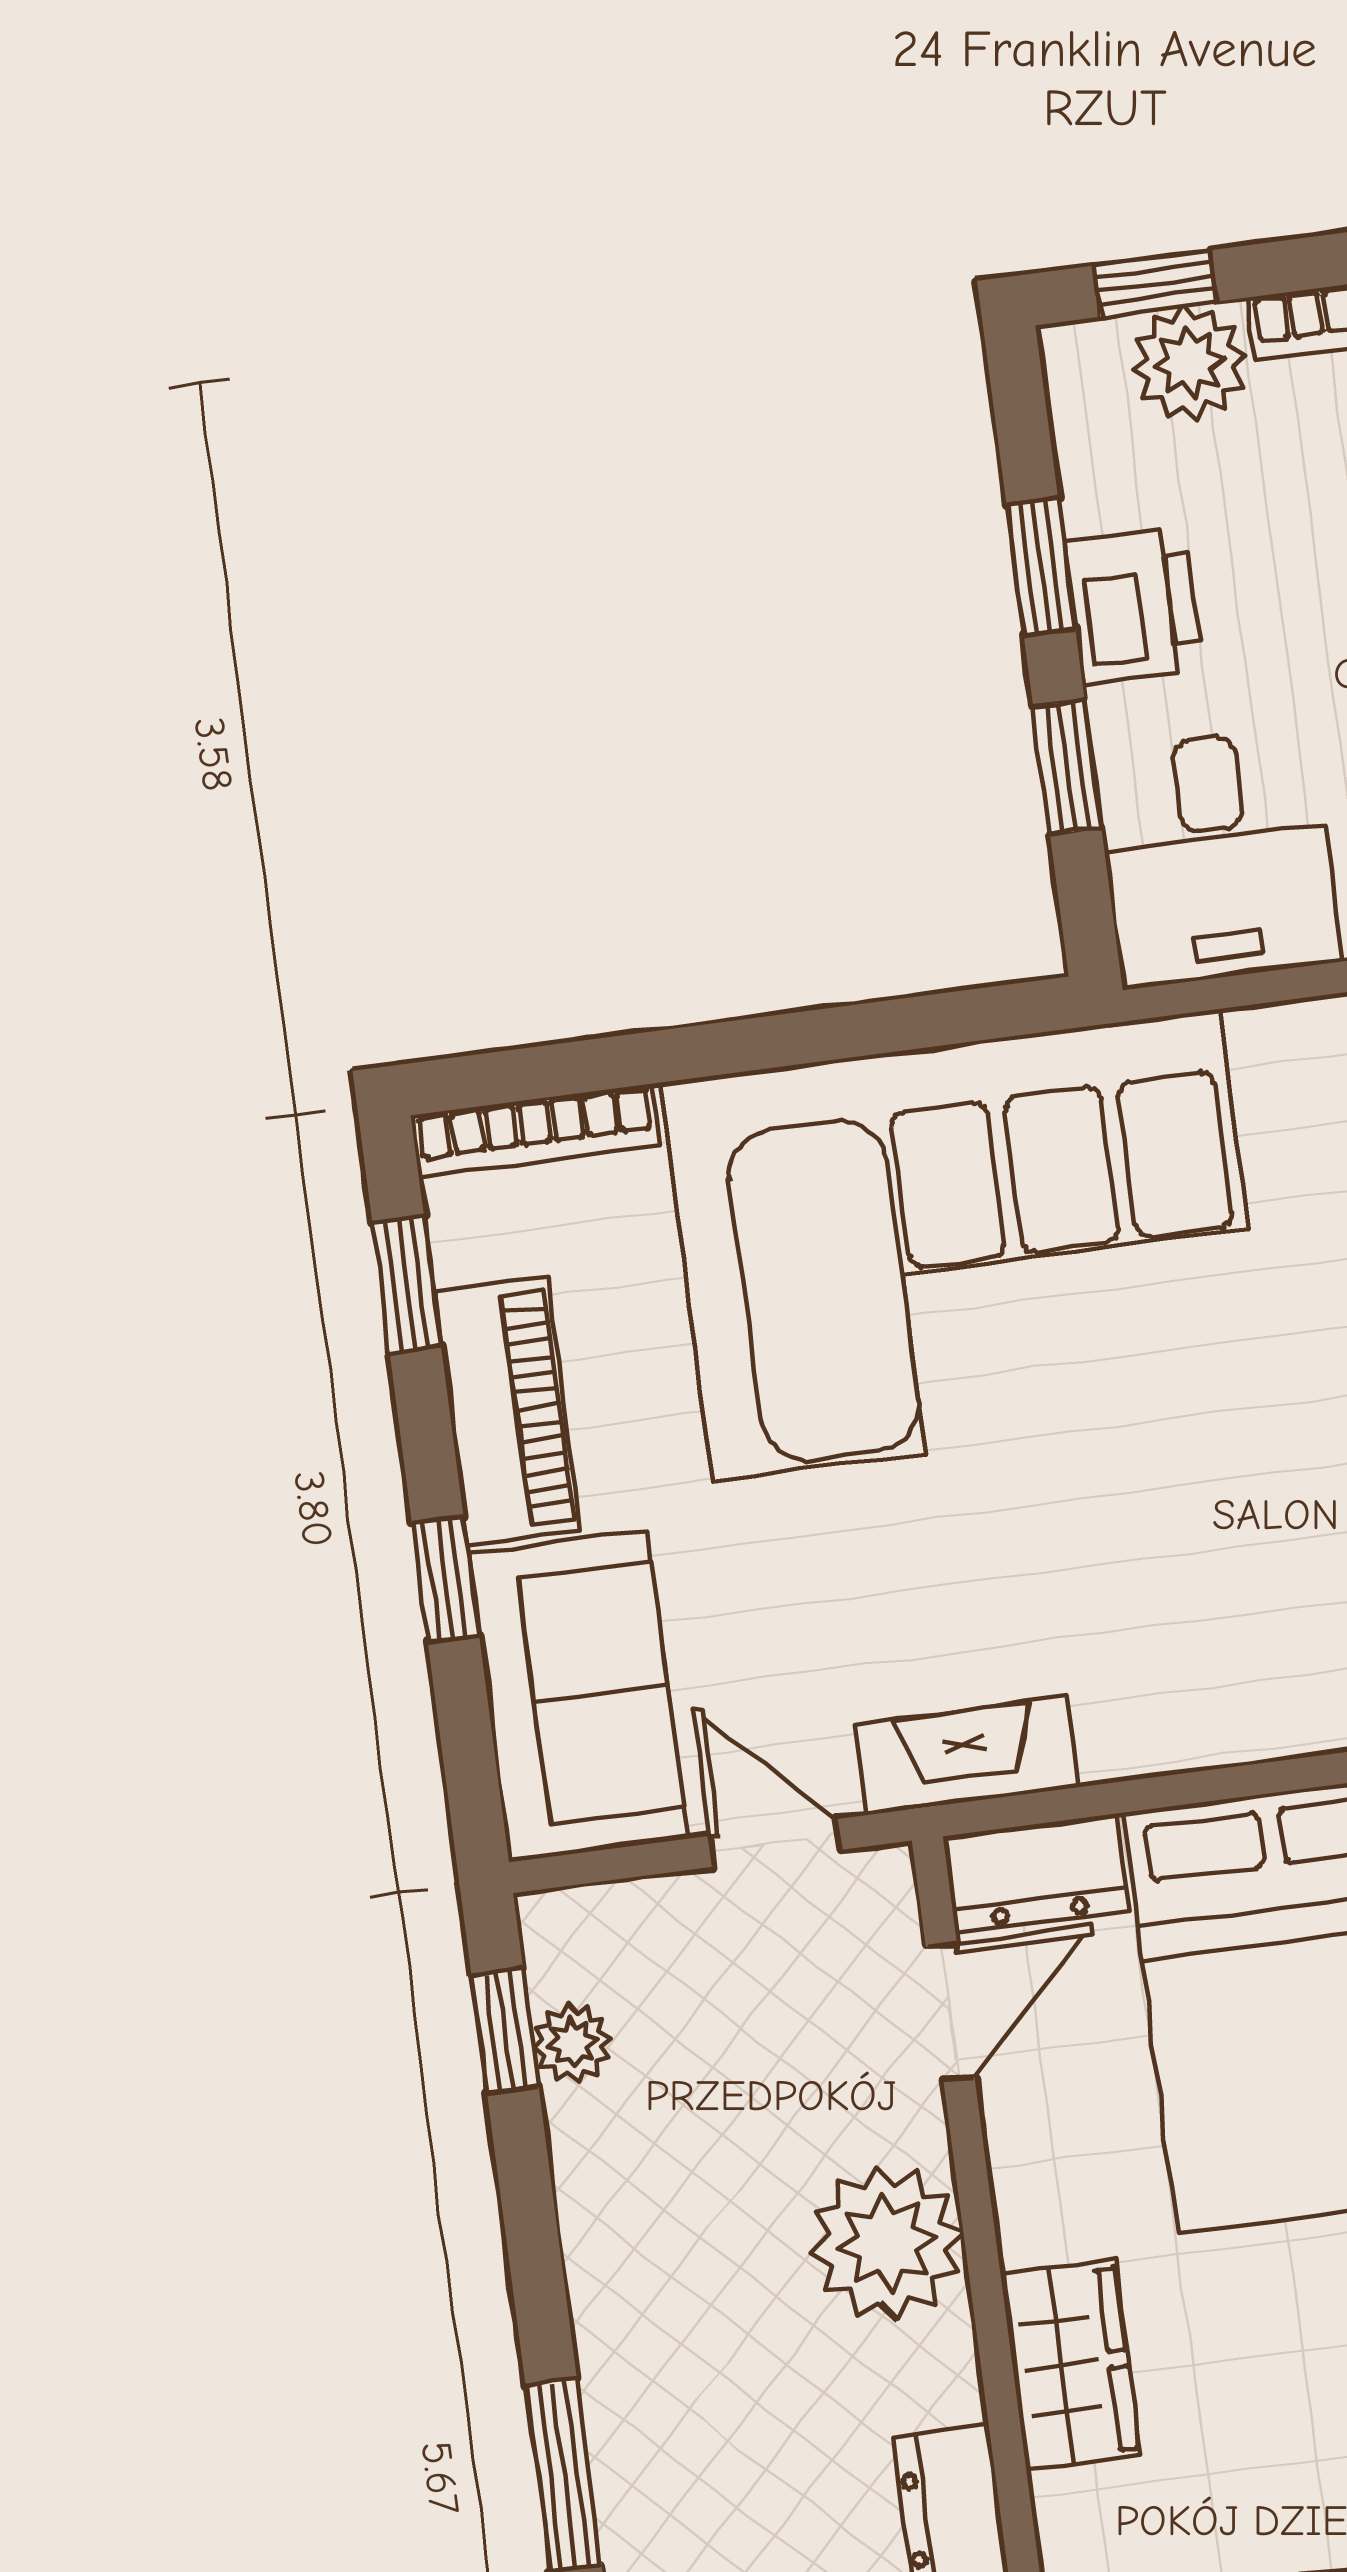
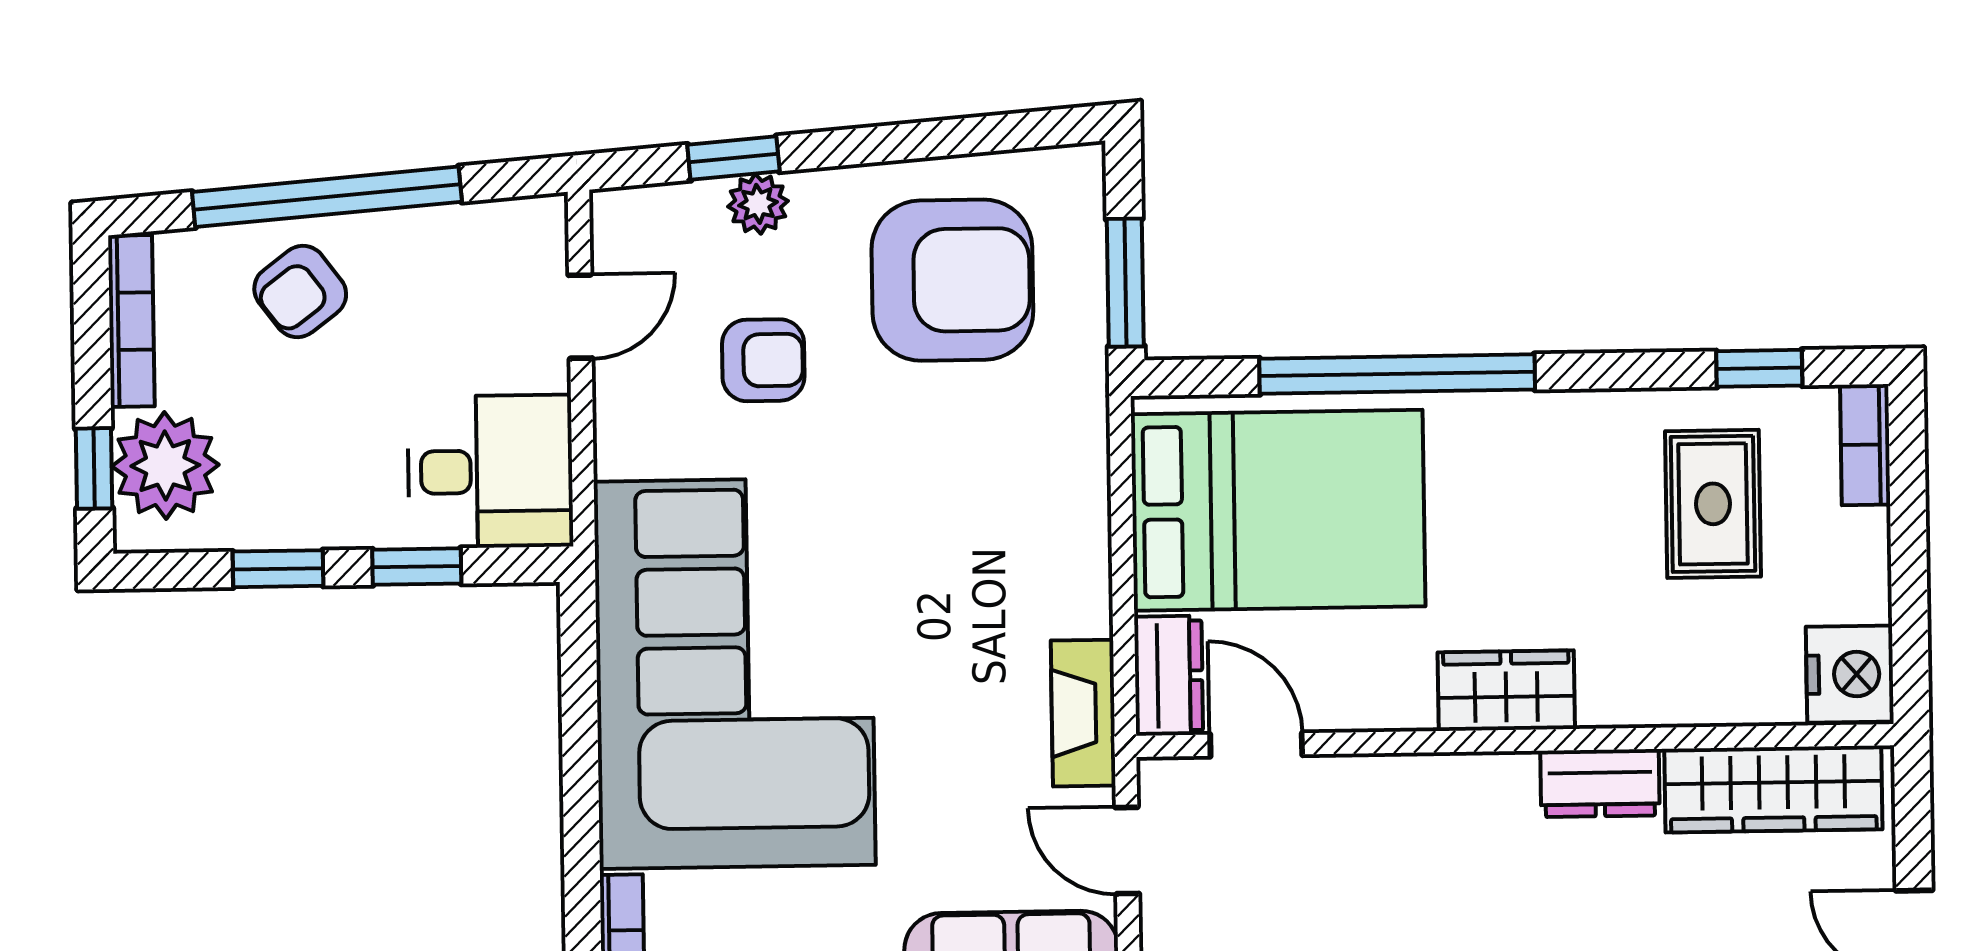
plant: (1189, 363) -> (165, 465), width x1.36, depth x1.36
printer: (1133, 605) -> (311, 509), removed
door: (775, 1843) -> (1127, 851), hinge flipped
plant: (887, 2243) -> (1409, 806), removed

